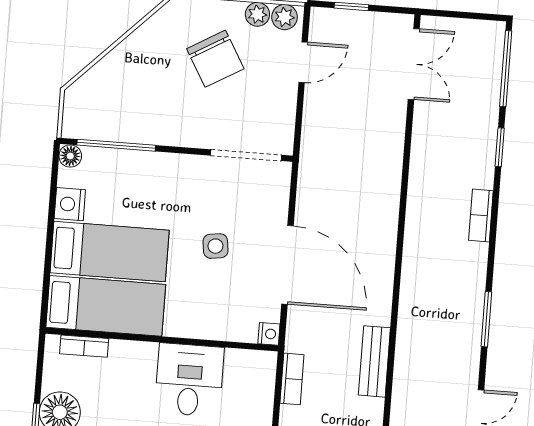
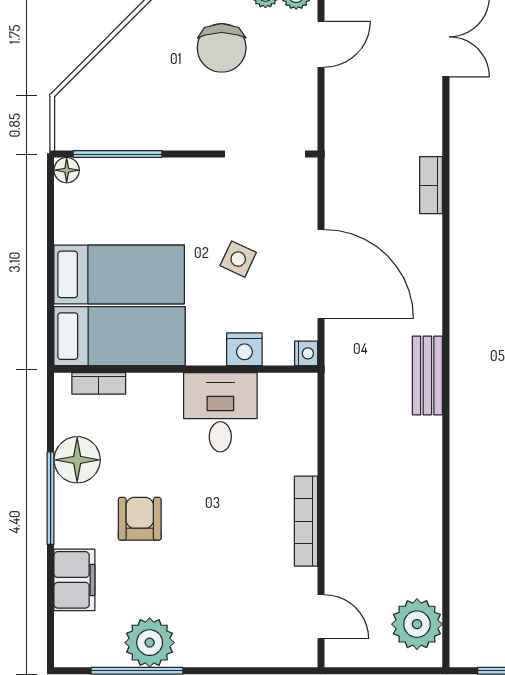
chair: (215, 59) -> (222, 48), turned 30
nightstand: (70, 204) -> (244, 349), moved, turned -90
side table: (215, 246) -> (238, 259), turned 33
bookcase: (292, 379) -> (431, 185), moved, turned 180

